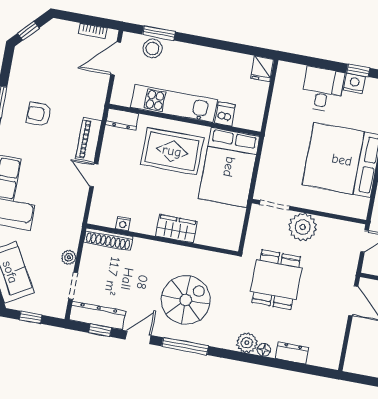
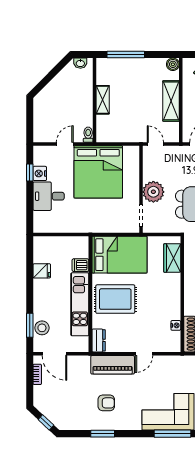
fridge: (262, 69) -> (42, 271), moved
armchair: (39, 114) -> (106, 403), turned -90
piano: (89, 140) -> (113, 365), width x1.37, depth x1.33
rug: (172, 151) -> (115, 299), turned 90
wardrobe: (176, 229) -> (172, 258), moved

